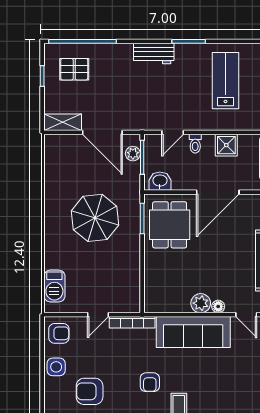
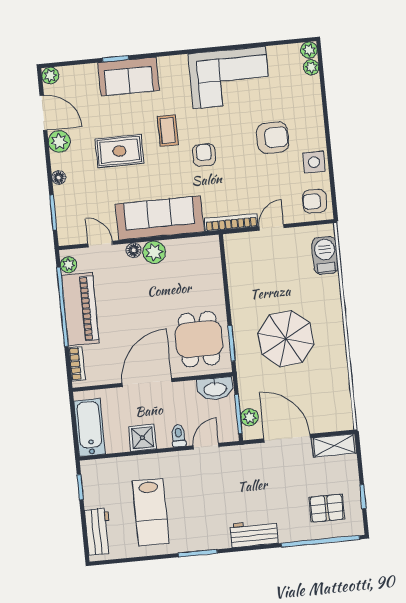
workbench: (154, 53) -> (254, 534), moved
washbasin: (160, 181) -> (215, 389), width x1.38
rug: (222, 393) -> (119, 151), added

